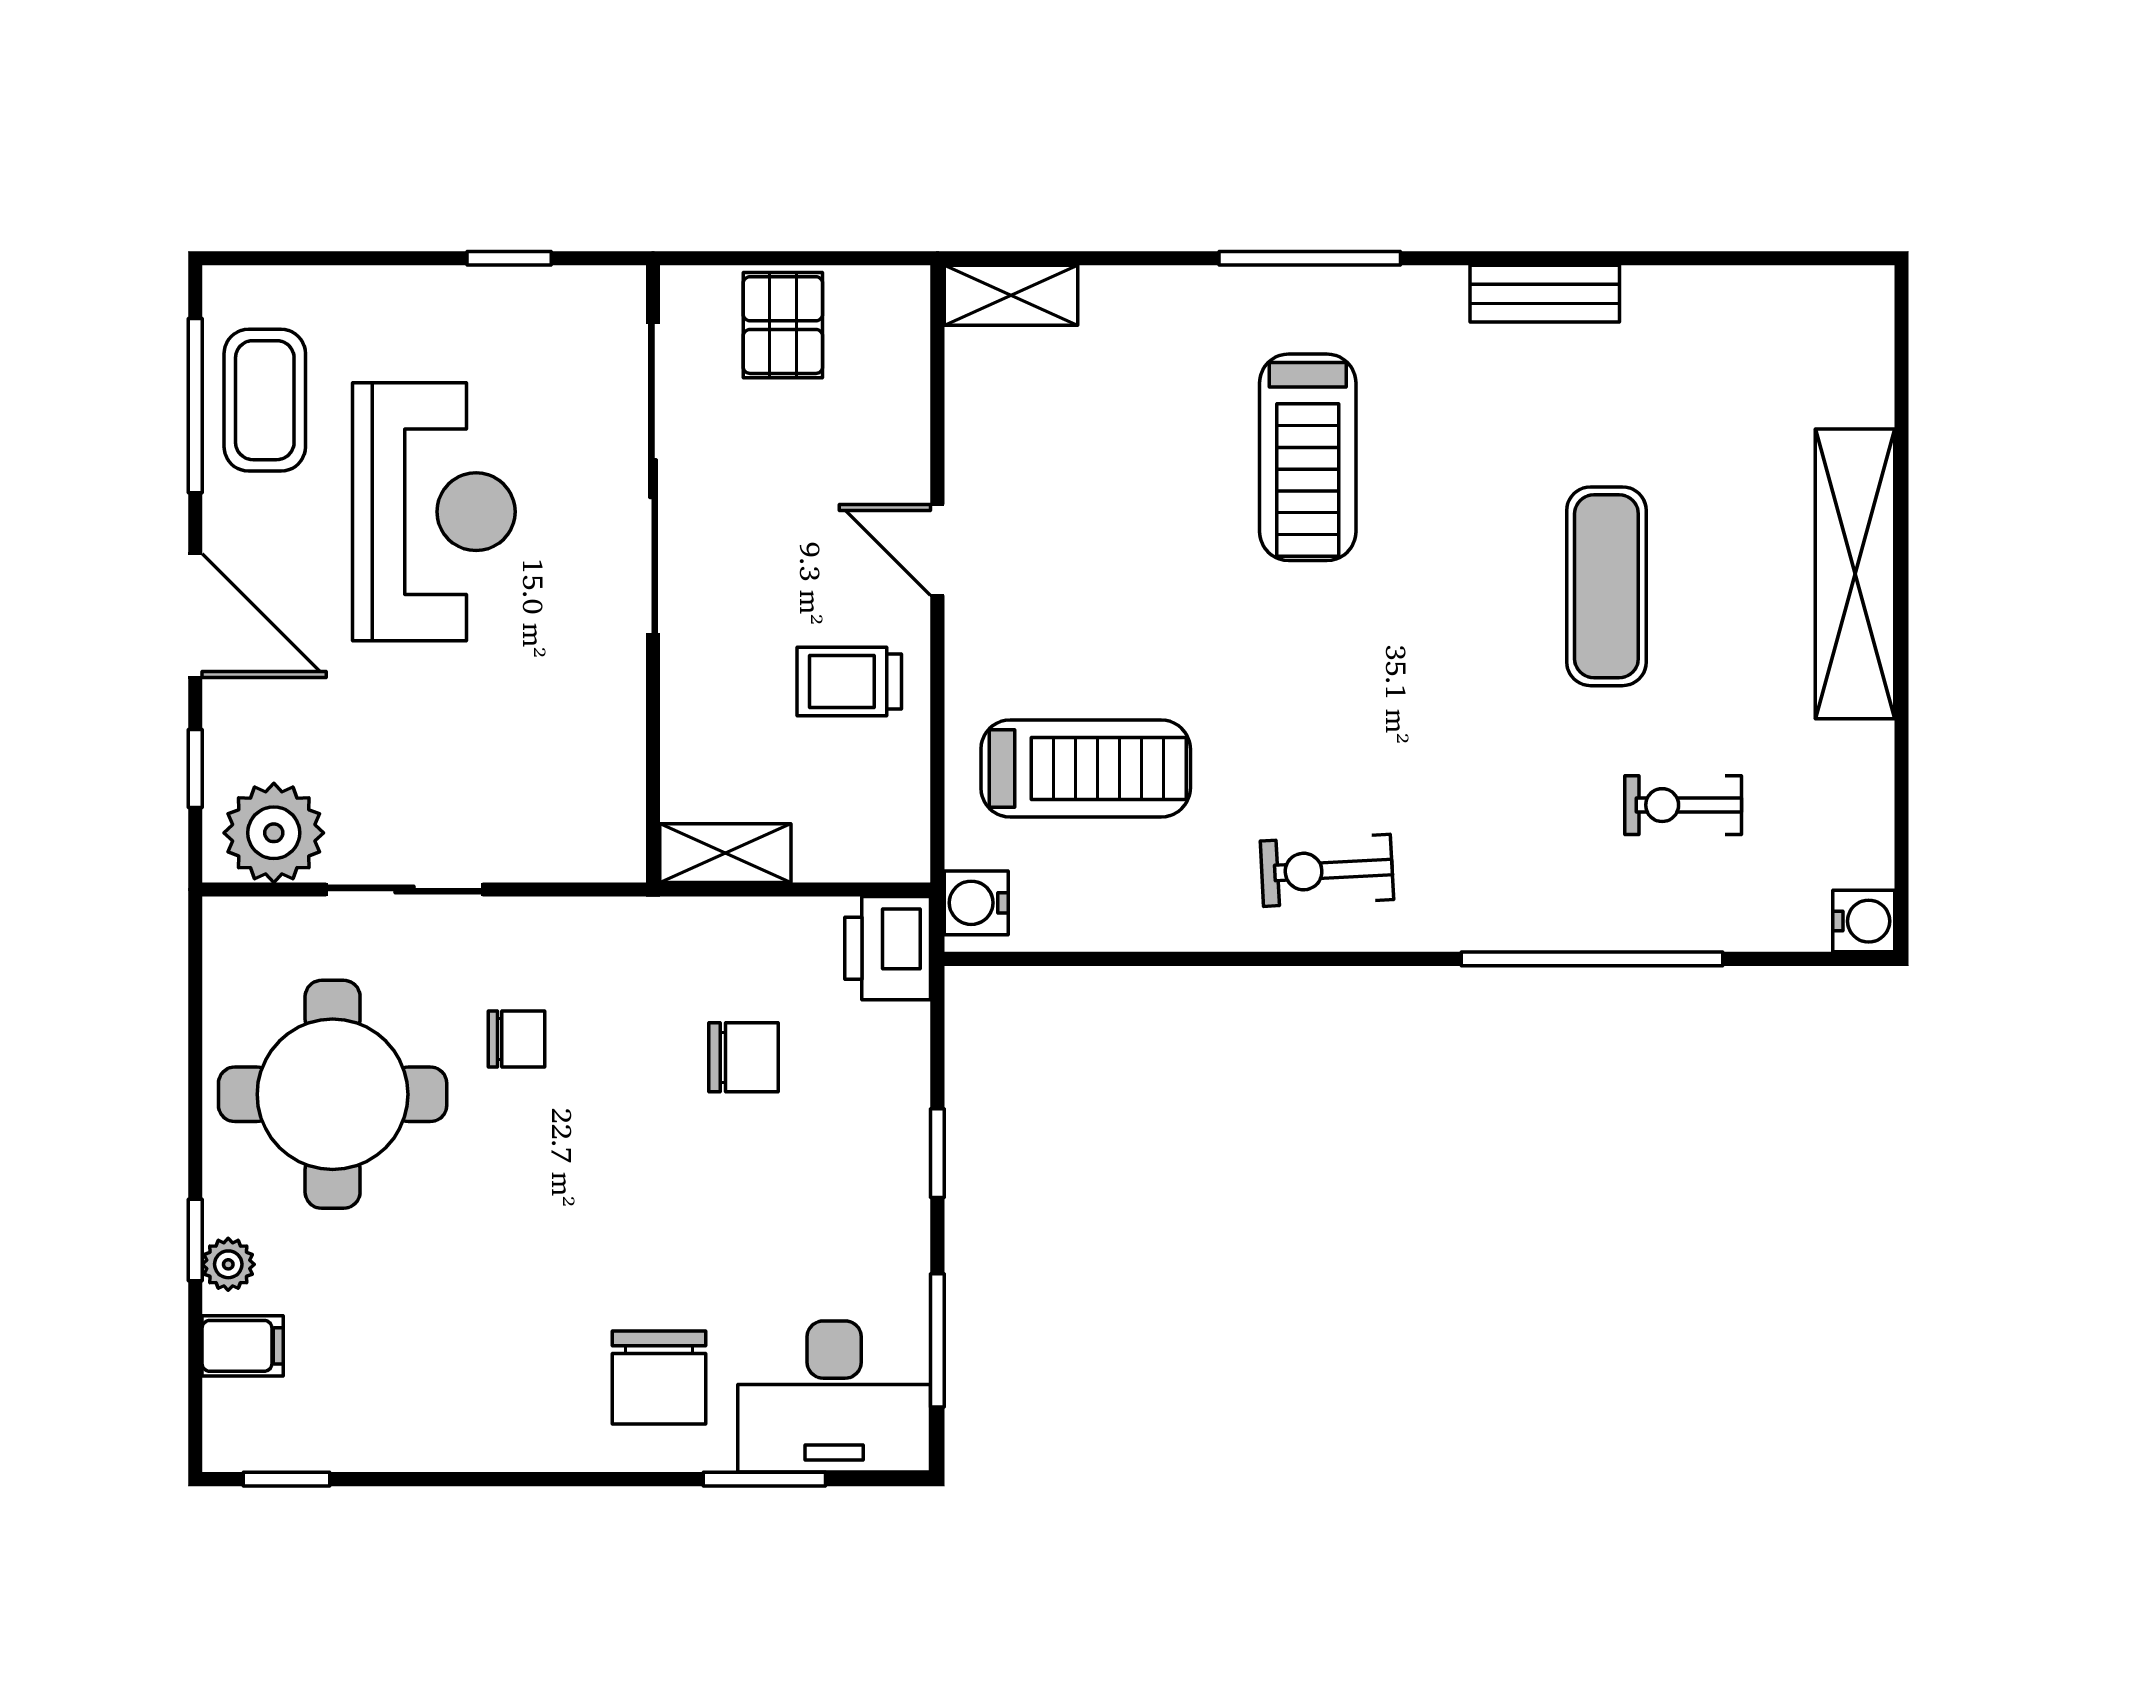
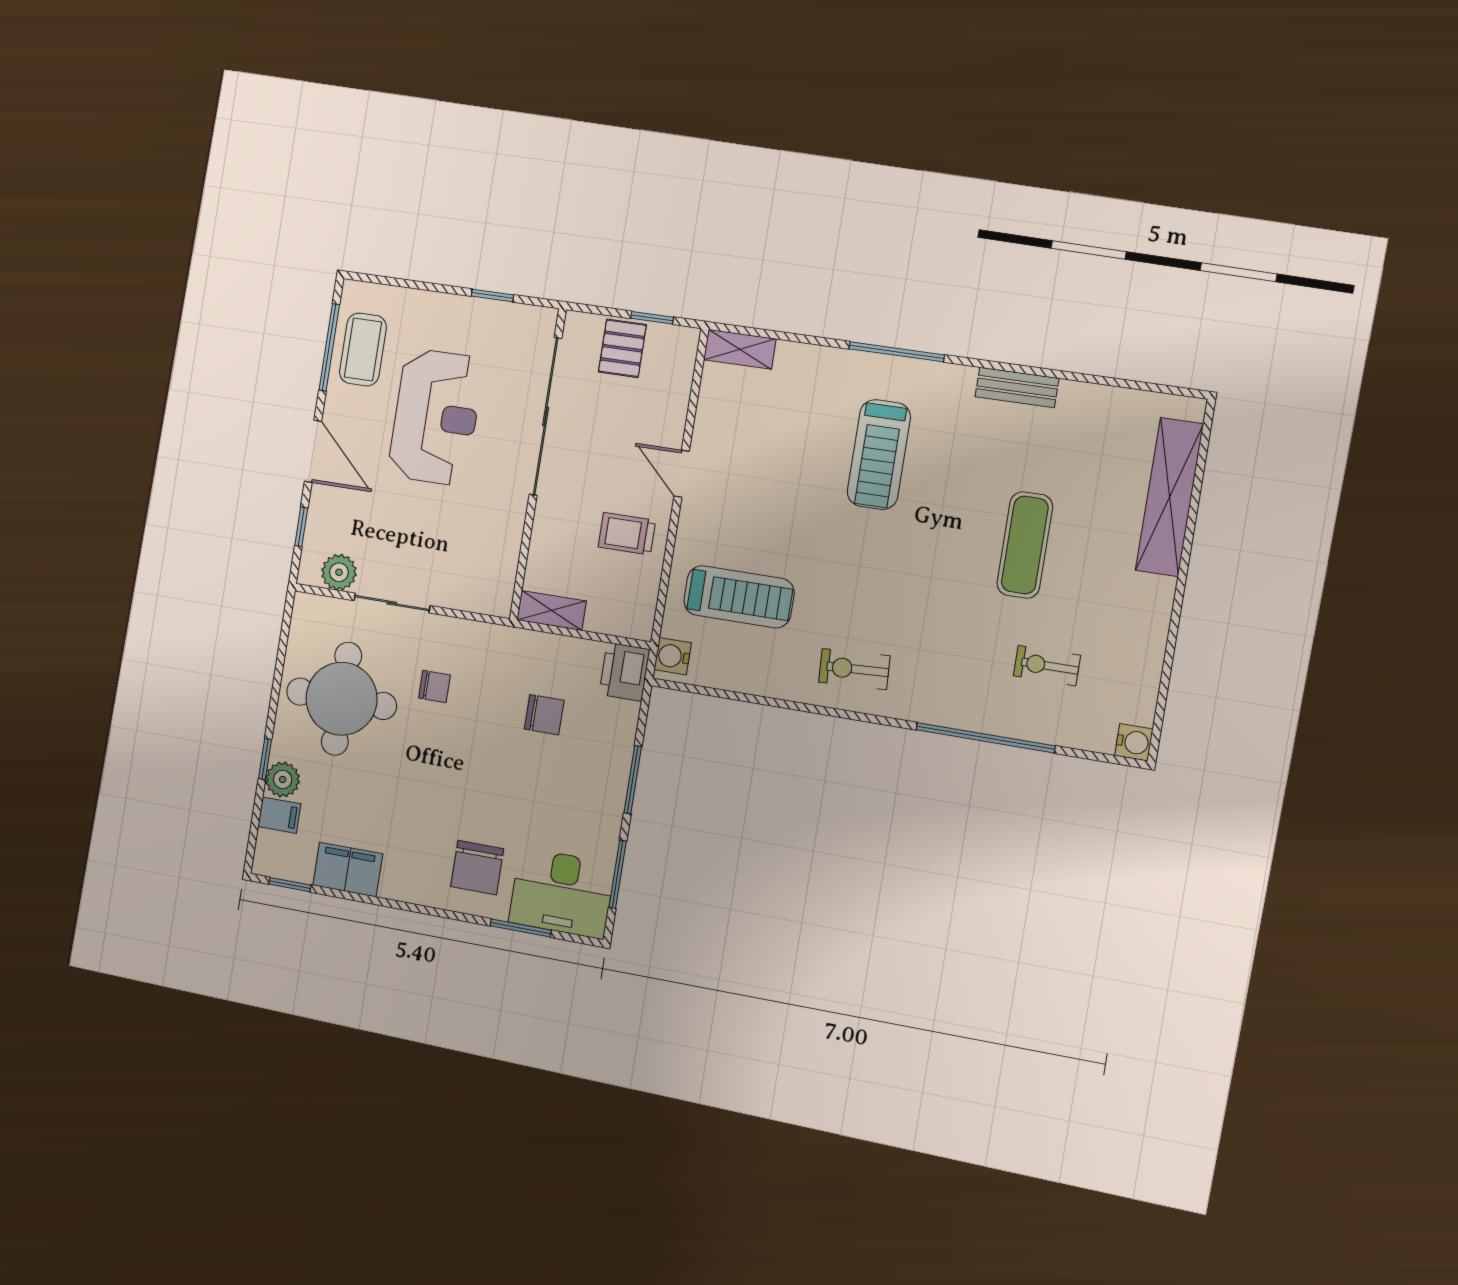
window: (832, 258) -> (652, 318), added
shelving: (1855, 574) -> (1169, 497), moved
plant: (274, 833) -> (339, 572), width x0.73, depth x0.73
window: (937, 1153) -> (633, 780), width x1.50
plant: (228, 1264) -> (283, 779), width x1.38, depth x1.38
filing cabinet: (400, 1428) -> (348, 870), added

